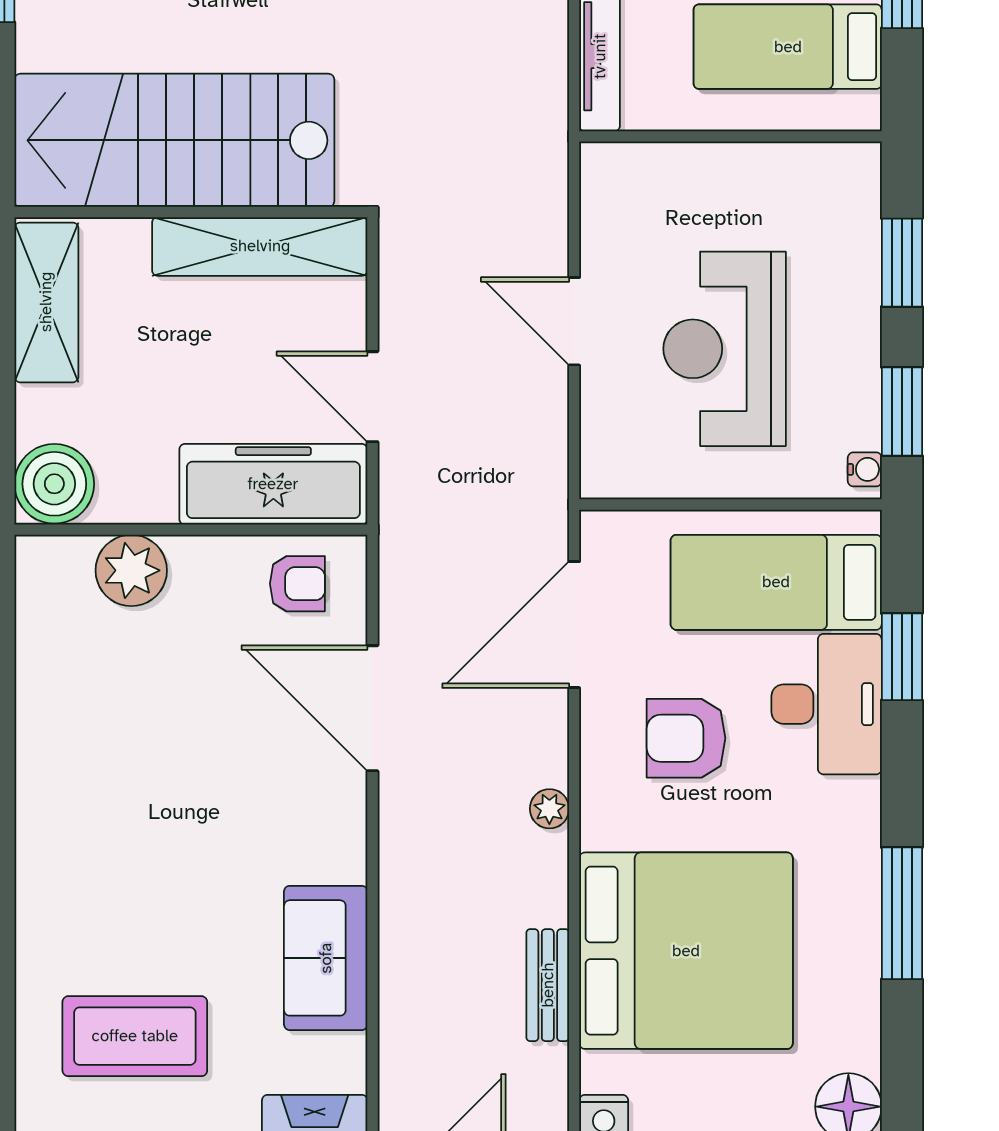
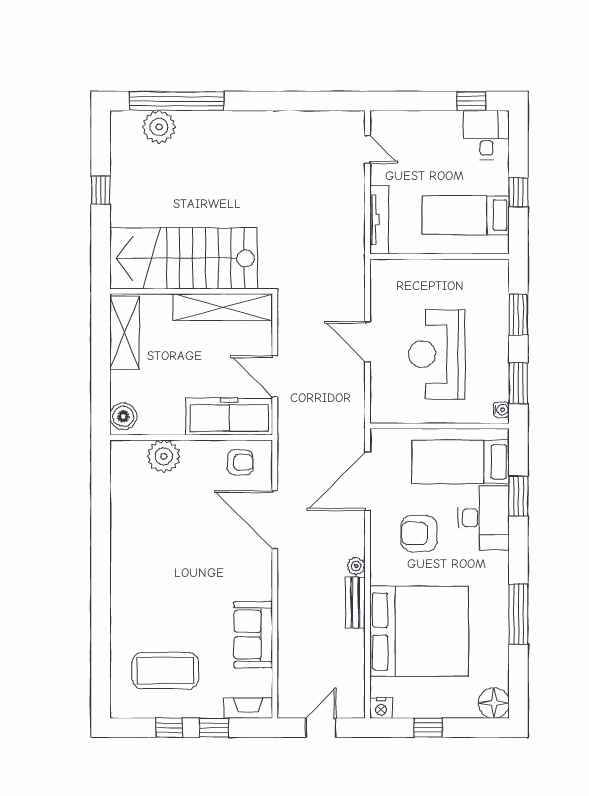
boiler: (54, 484) -> (123, 416), width x0.73, depth x0.73
bench: (548, 985) -> (355, 603), moved

